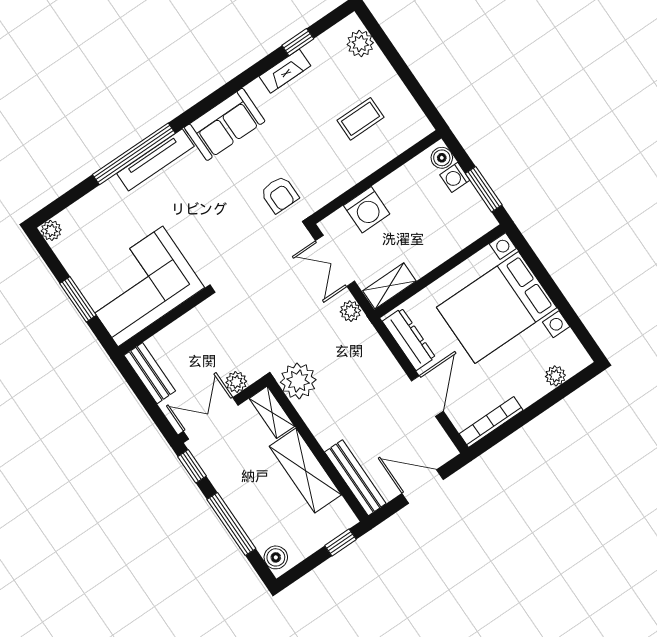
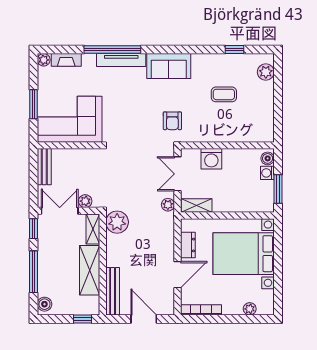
fireplace: (285, 71) -> (66, 60), moved
coffee table: (360, 119) -> (224, 94), moved
dresser: (409, 339) -> (188, 245), width x0.70

